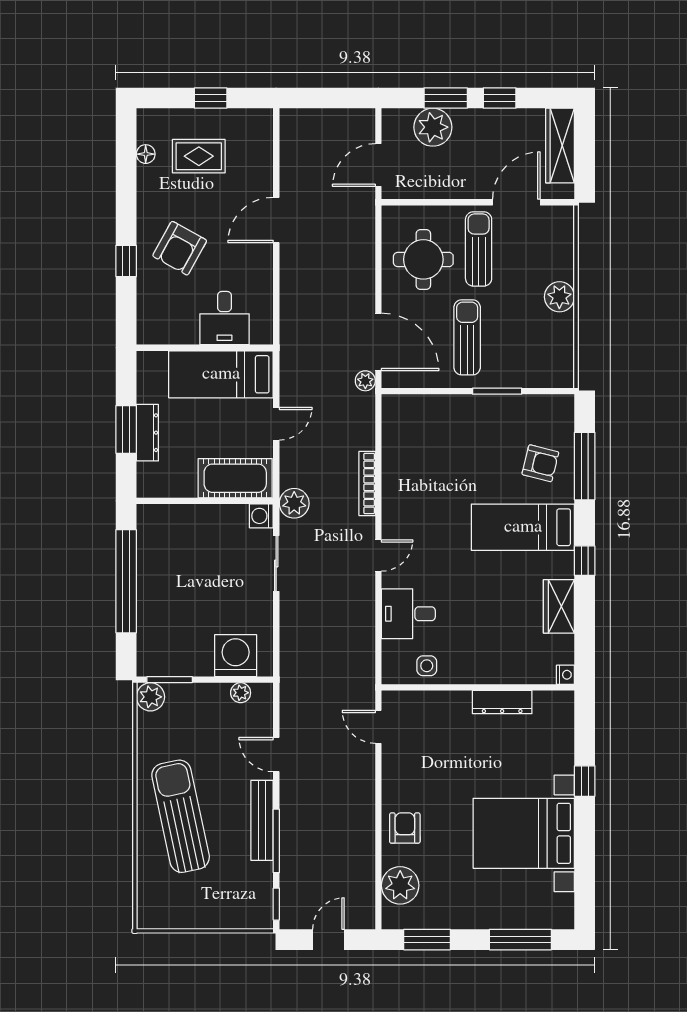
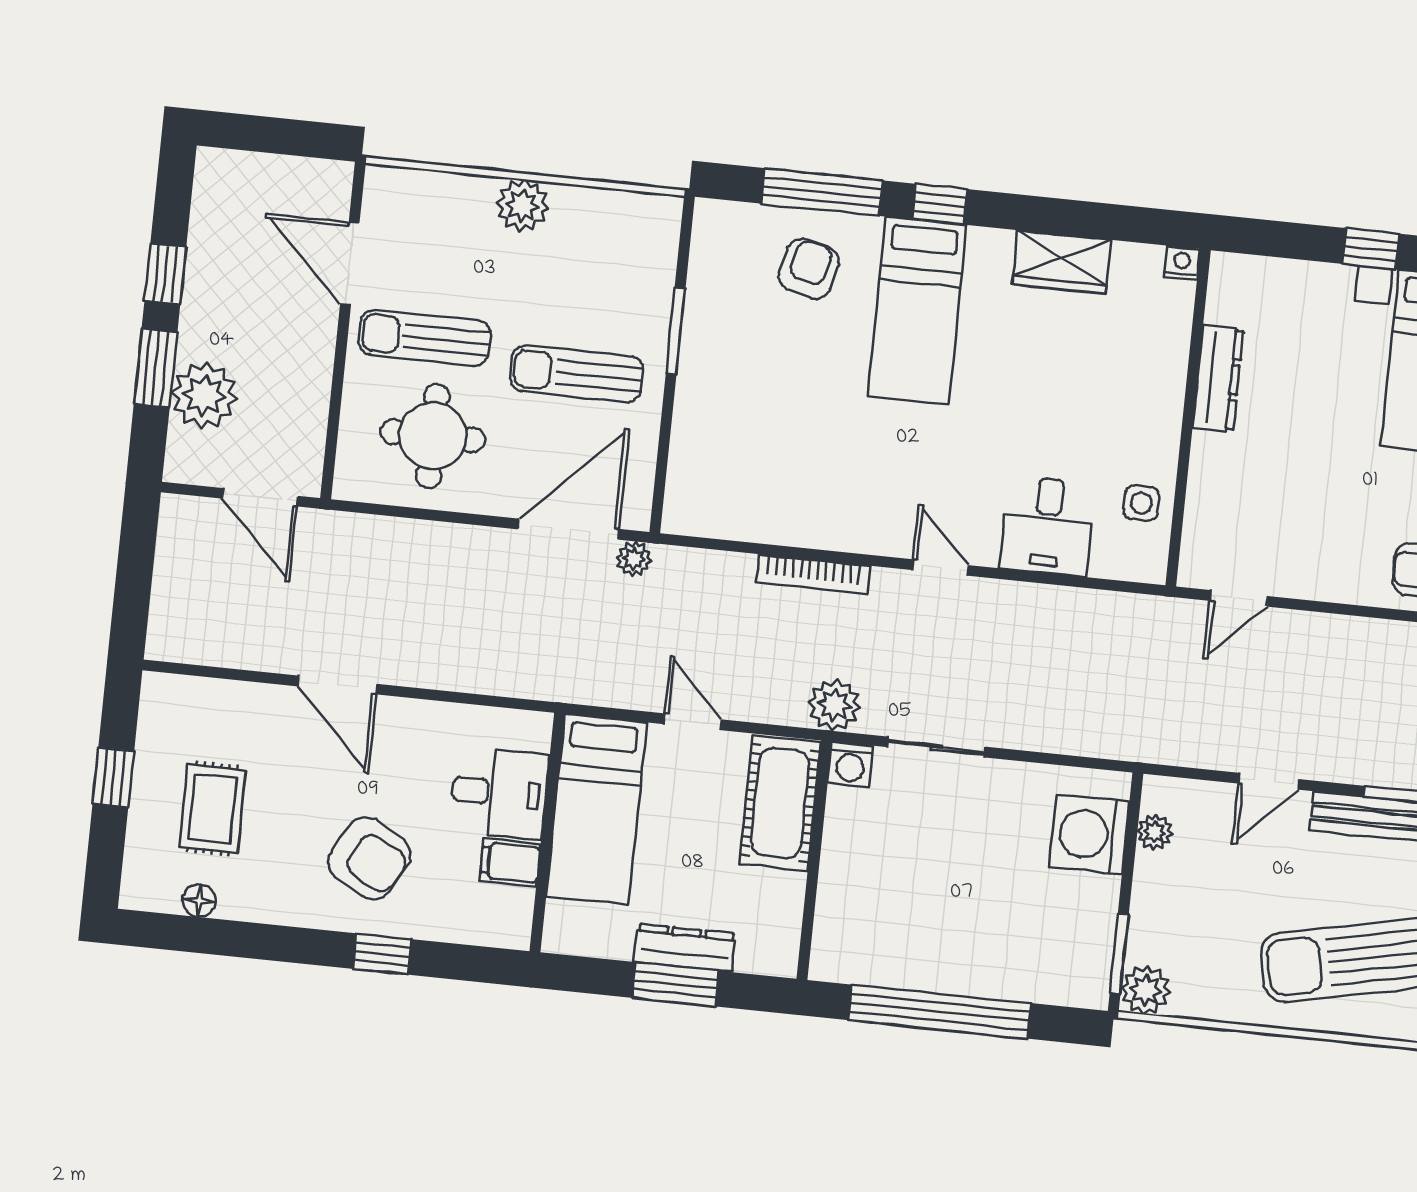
wardrobe: (560, 146) -> (259, 177), removed
filing cabinet: (186, 328) -> (510, 863), added
window: (585, 561) -> (940, 204), moved

